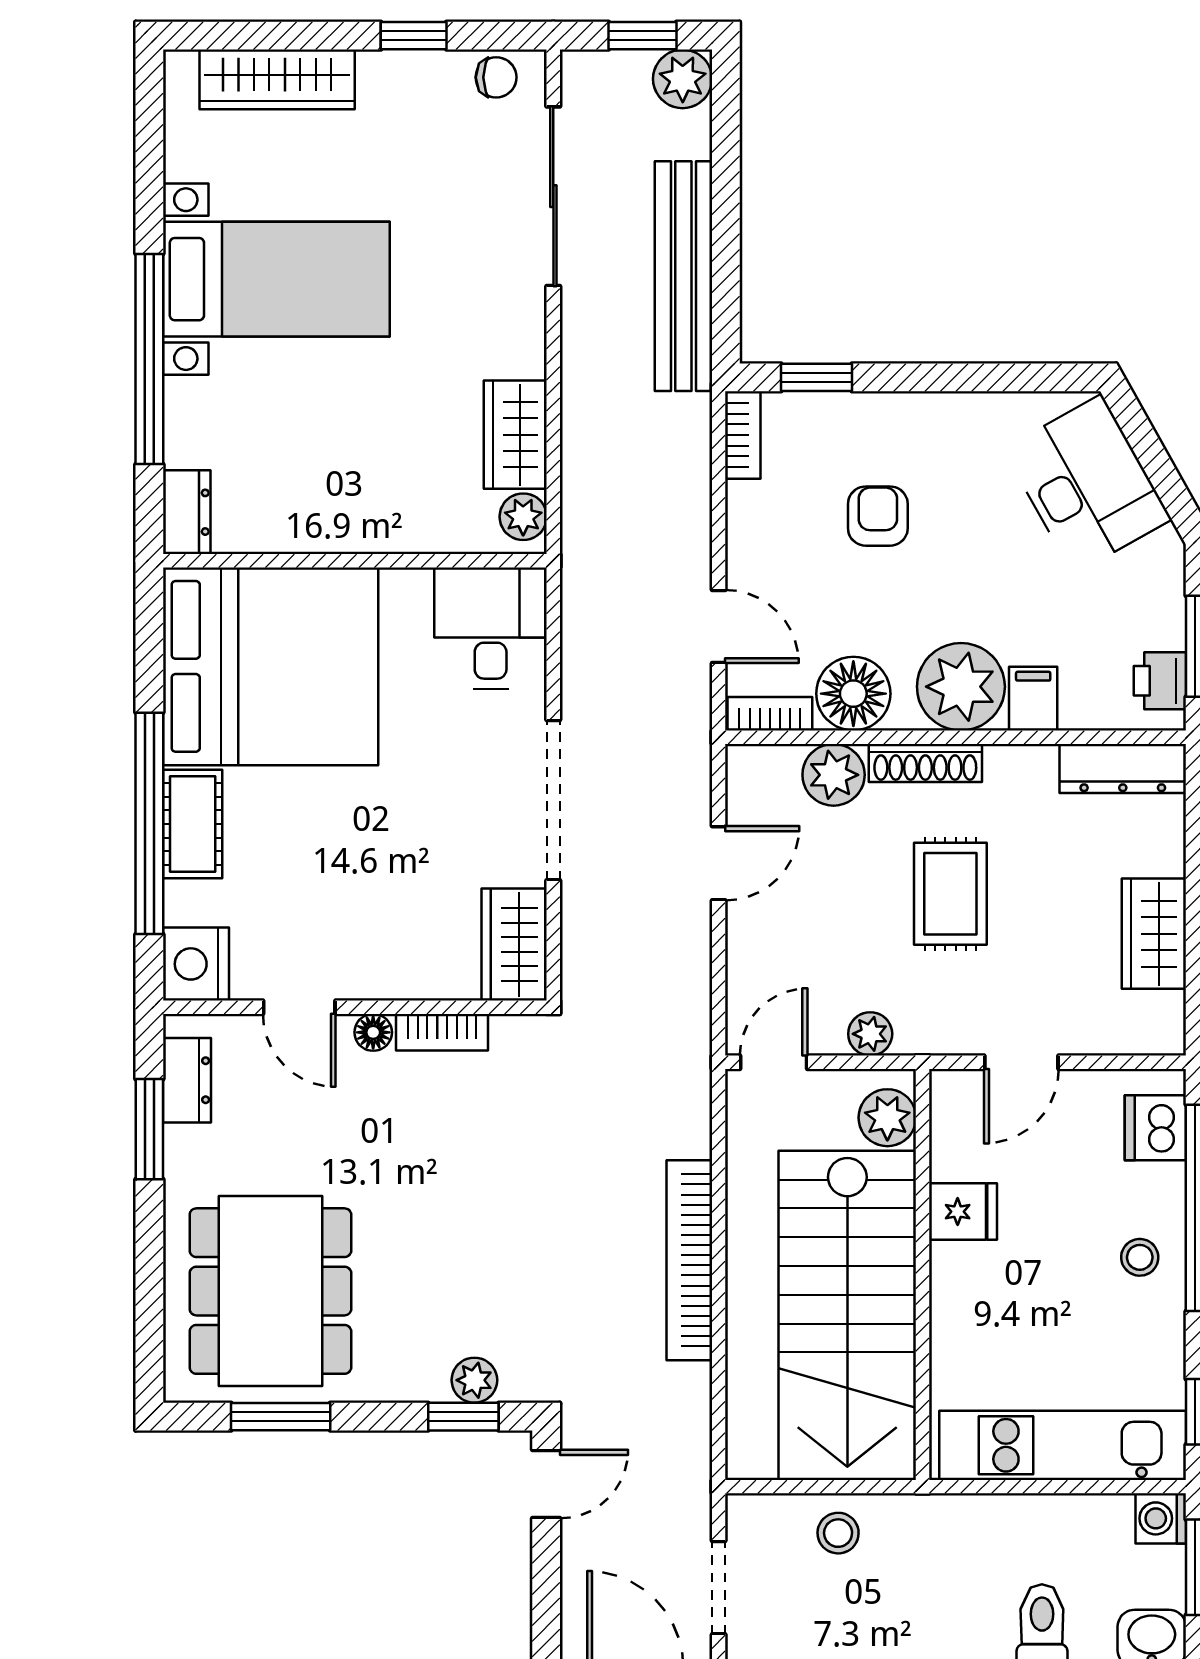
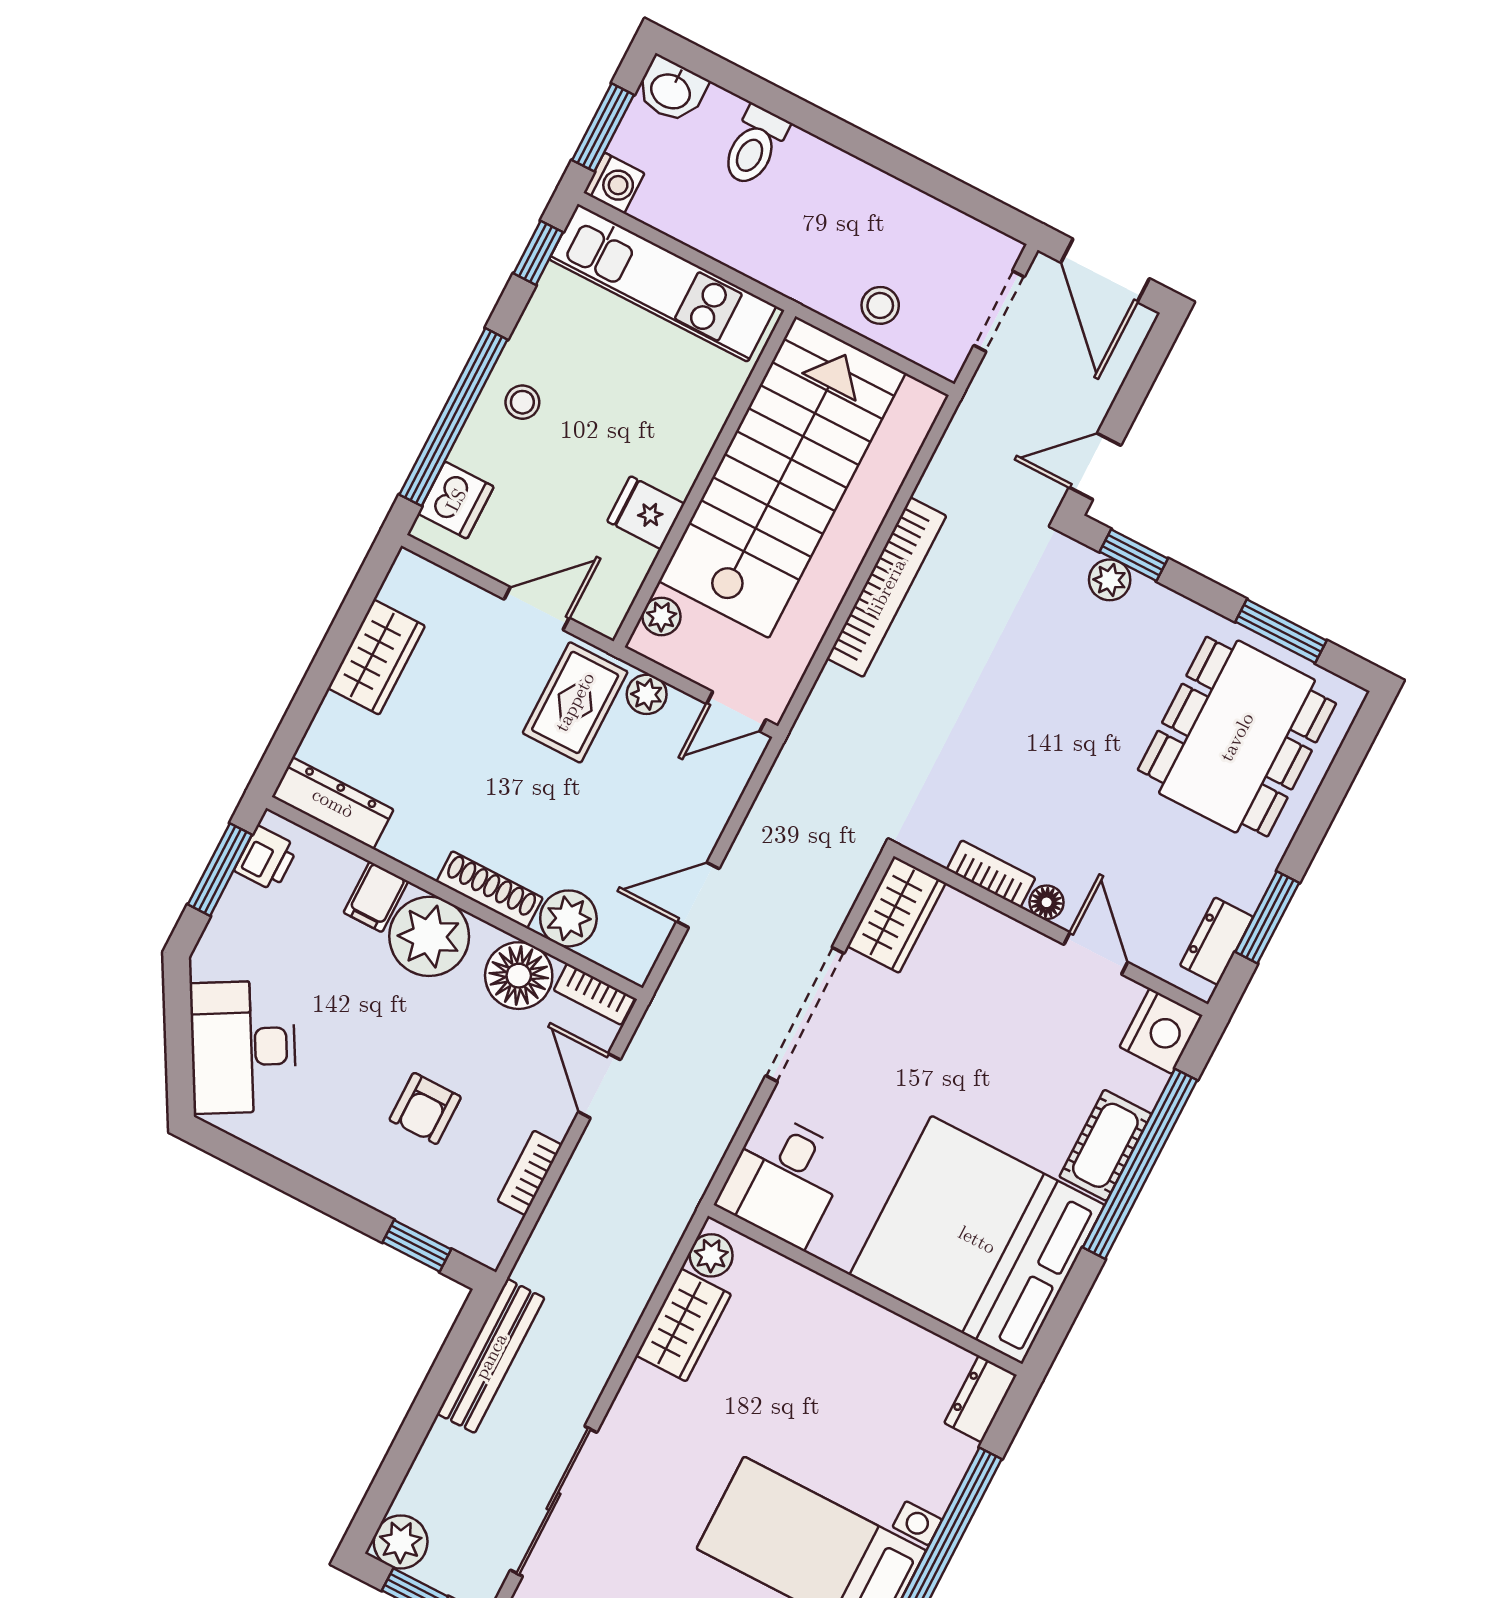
bench: (683, 276) -> (491, 1356), width x0.73, depth x0.82
bookcase: (743, 435) -> (530, 1173), moved
rug: (950, 894) -> (575, 702), moved
plant: (887, 1118) -> (661, 616), width x0.73, depth x0.73

